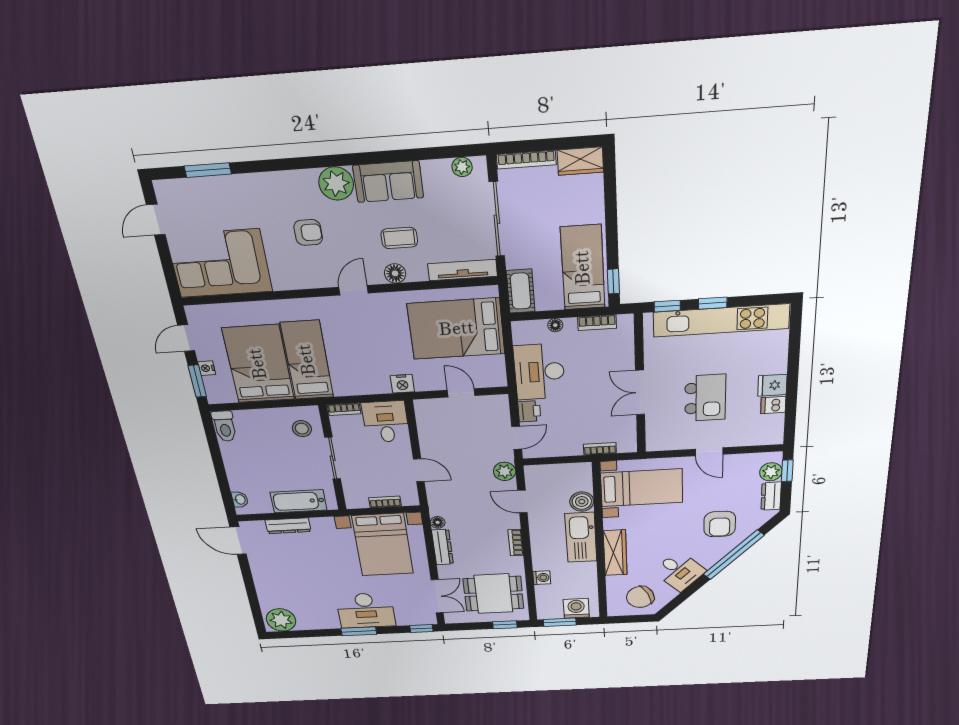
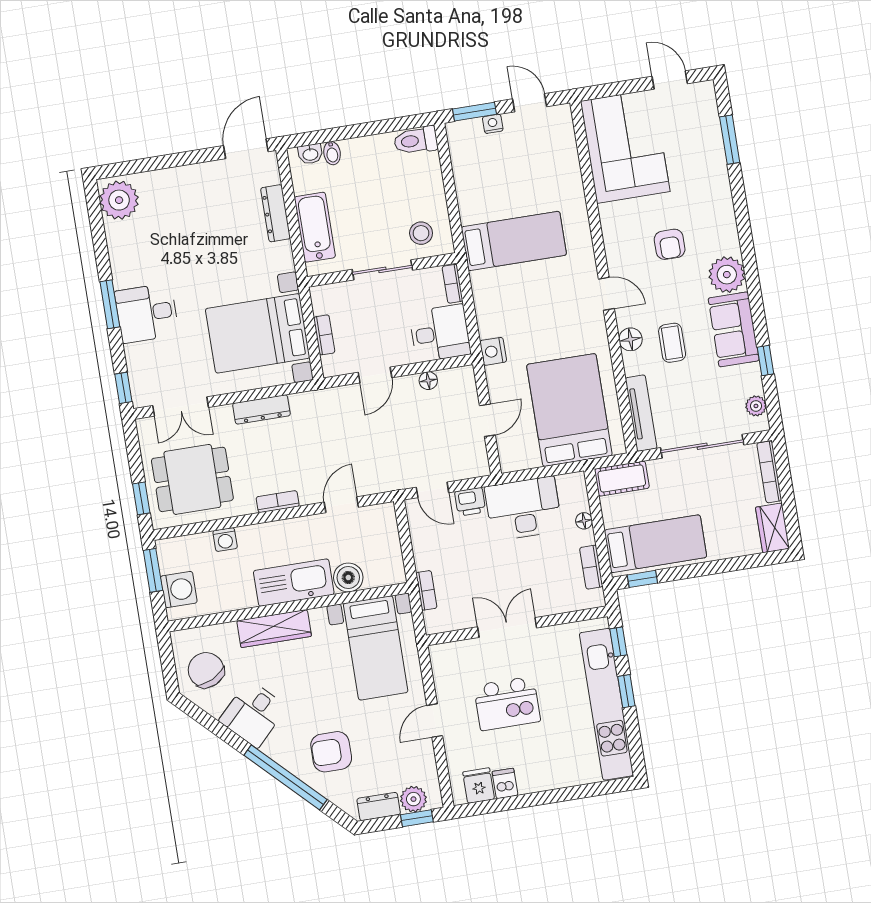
window: (419, 154) -> (765, 361), added
bed: (258, 364) -> (504, 184), removed
fridge: (772, 385) -> (479, 786), moved
plant: (505, 471) -> (383, 479), removed
bidet: (238, 485) -> (332, 153), added
floor lamp: (438, 522) -> (428, 381), moved
dining table: (493, 594) -> (192, 479), turned 90
desk: (366, 611) -> (147, 313), width x0.73

